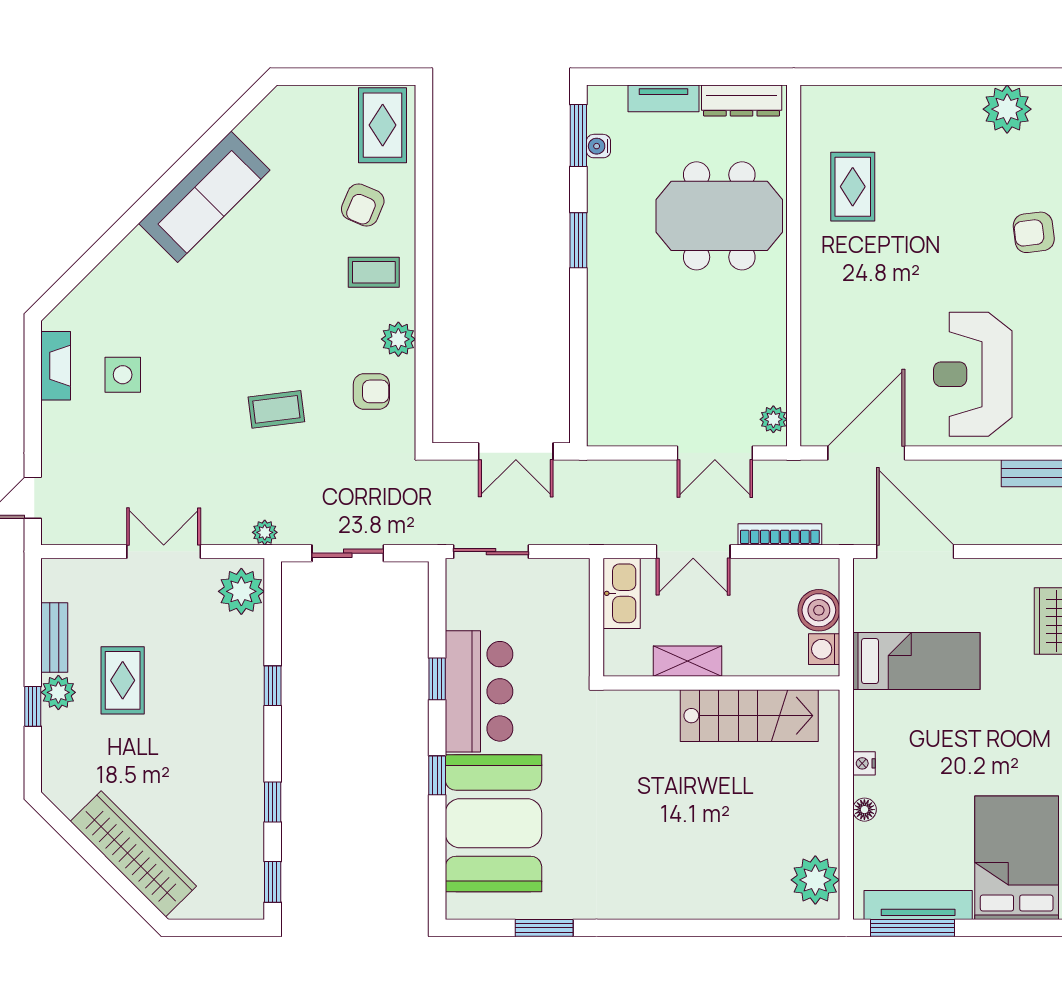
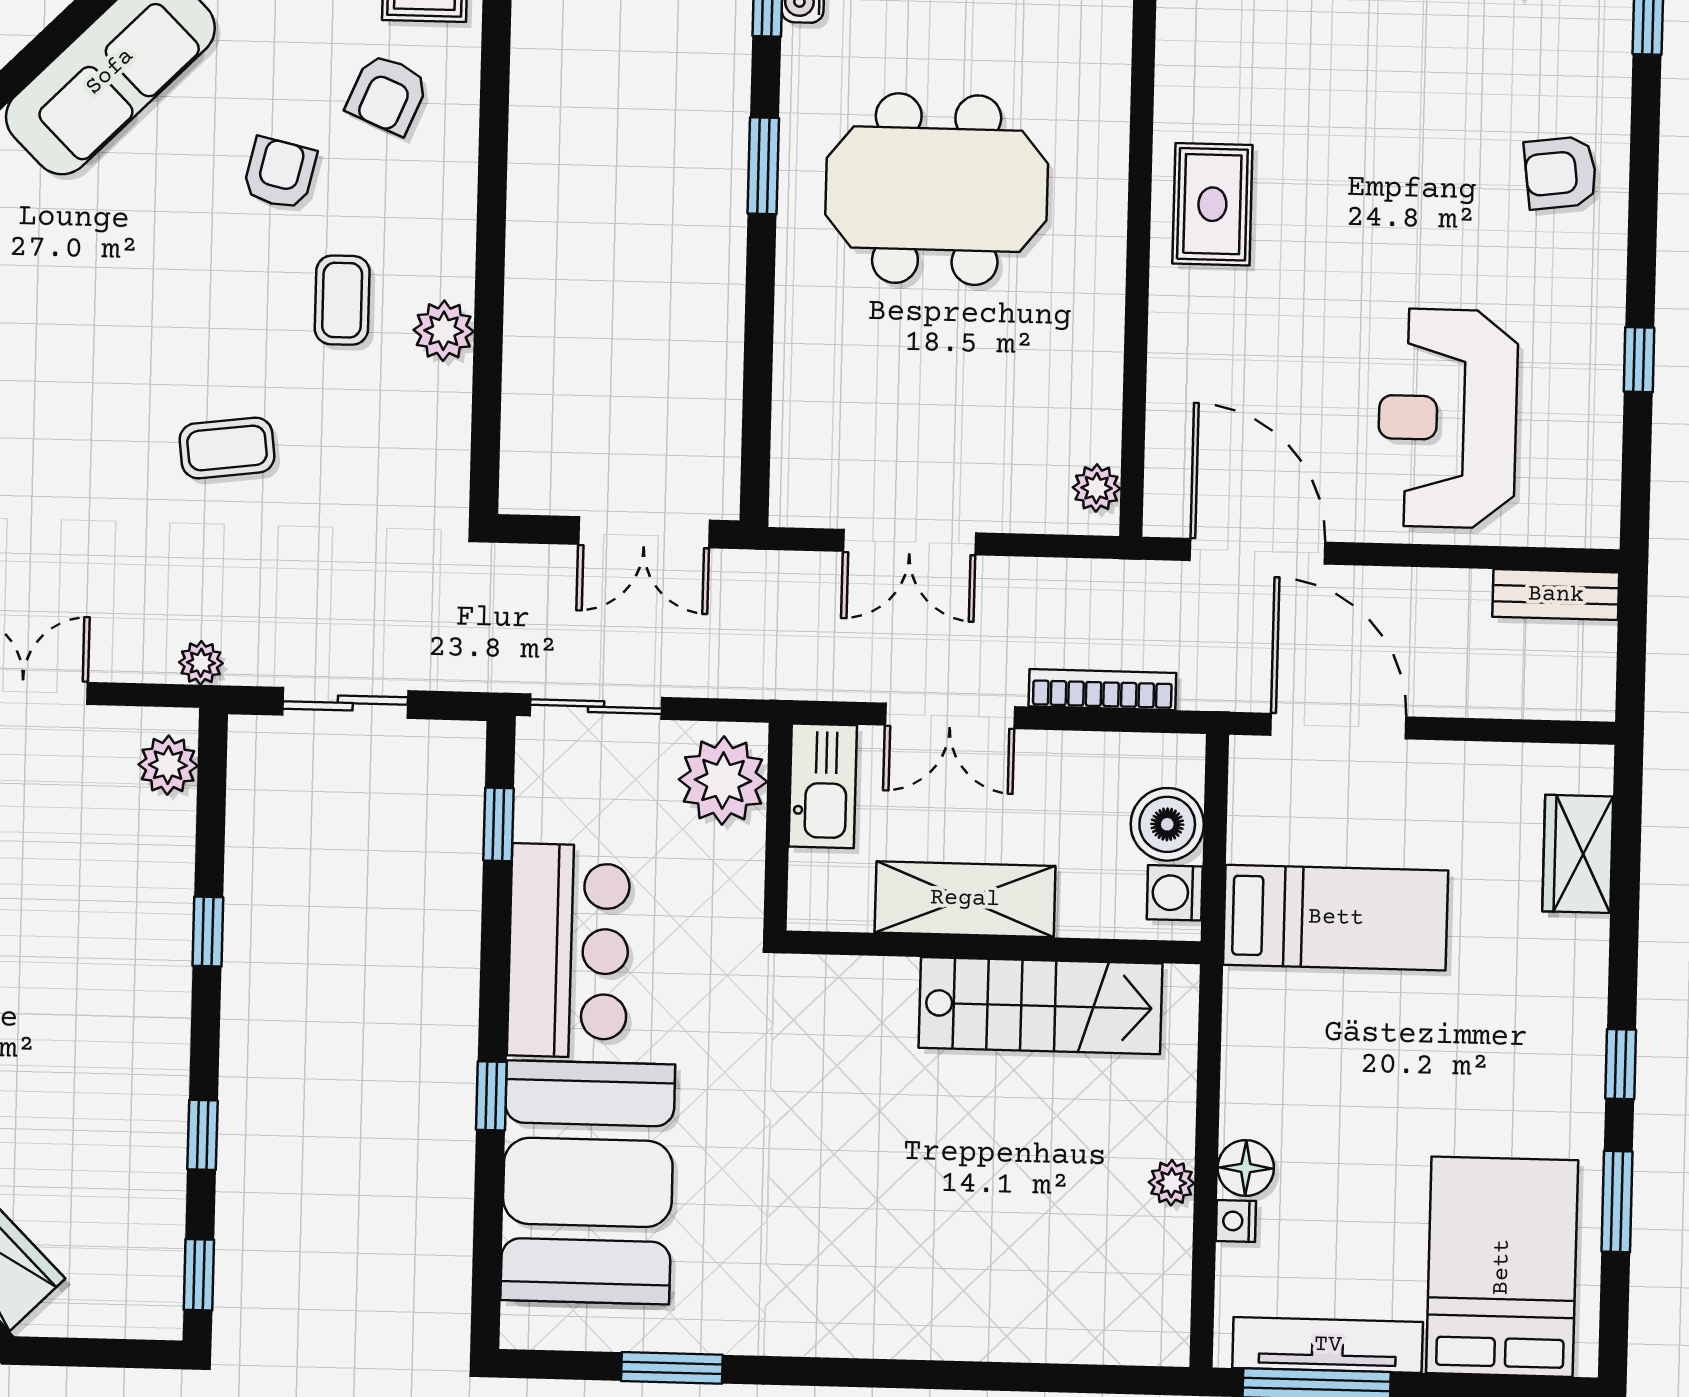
rug: (853, 187) -> (1212, 204), moved
meeting table: (719, 216) -> (937, 189), moved
coffee table: (374, 272) -> (342, 300), moved, turned 90
armchair: (371, 391) -> (280, 173), moved, turned -77
double door: (715, 453) -> (910, 542), moved
door: (866, 453) -> (1258, 551), hinge flipped
plant: (241, 591) -> (168, 765), width x0.73, depth x0.73
plant: (565, 592) -> (723, 780), added
shelving: (688, 661) -> (965, 899), width x1.50, depth x1.33
window: (437, 679) -> (498, 824), moved
nightstand: (864, 763) -> (1236, 1221), moved
floor lamp: (864, 810) -> (1246, 1168), width x1.37, depth x1.37
plant: (815, 880) -> (1172, 1183), moved, width x0.53, depth x0.53

